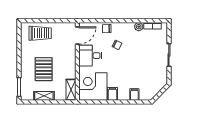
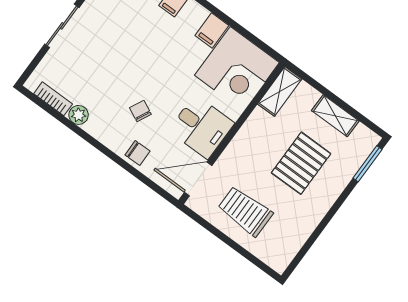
trolley: (40, 33) -> (245, 211), moved

